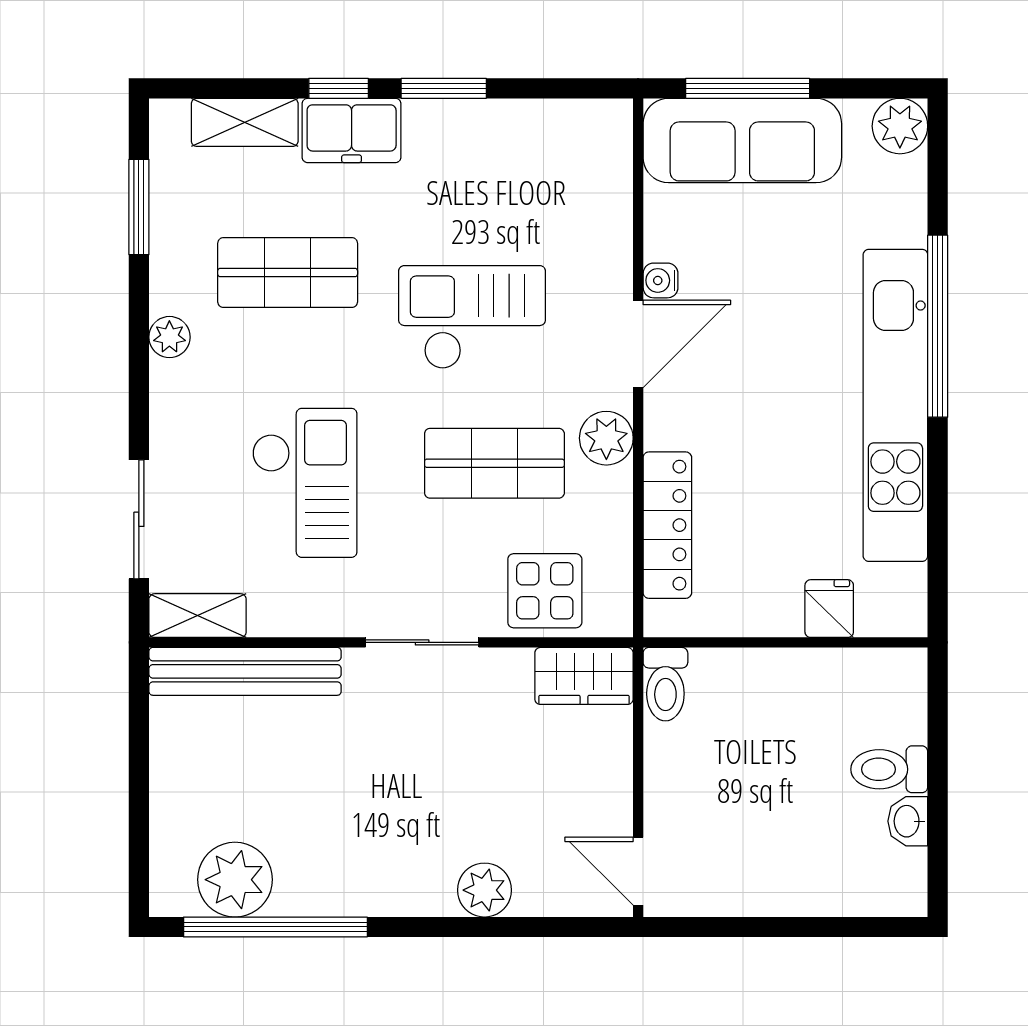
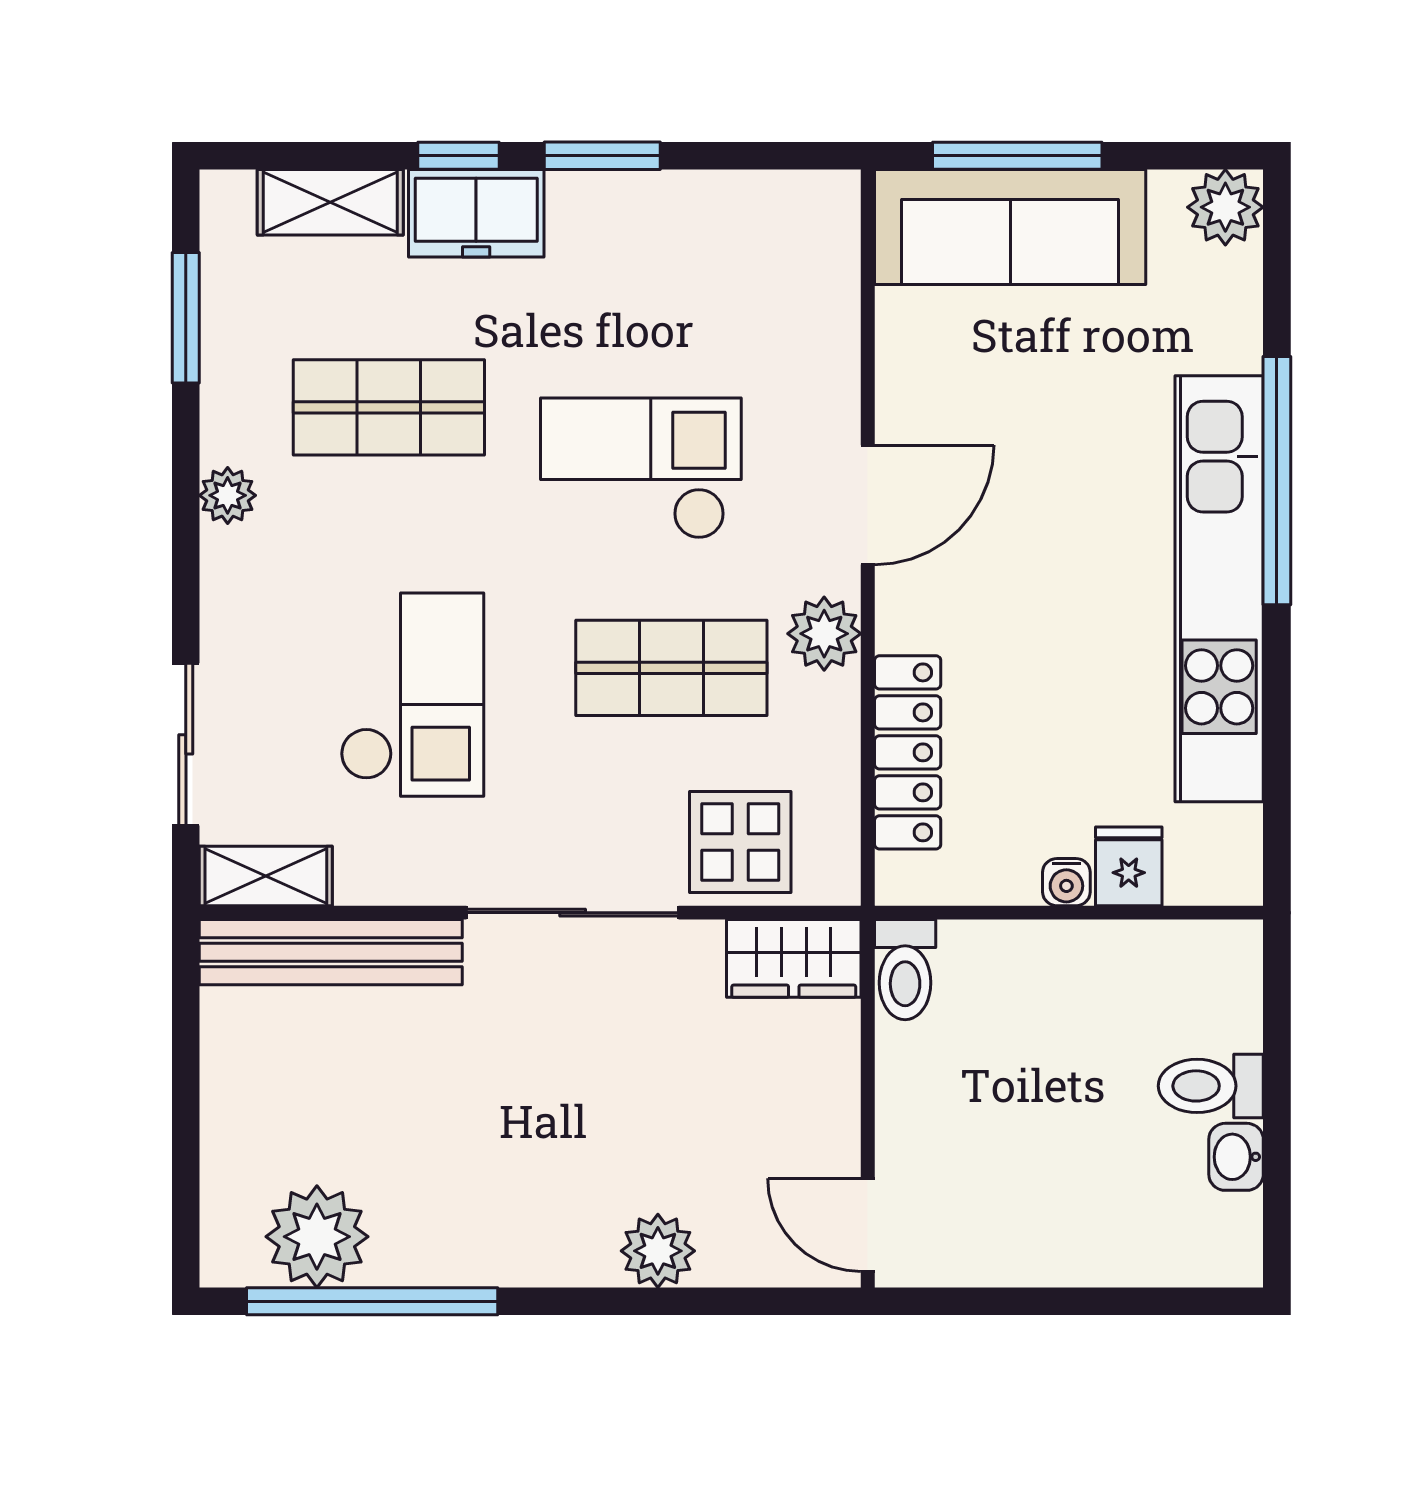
water cooler: (661, 280) -> (1066, 882), moved, turned -90
sliding door: (422, 642) -> (573, 913), width x1.37

